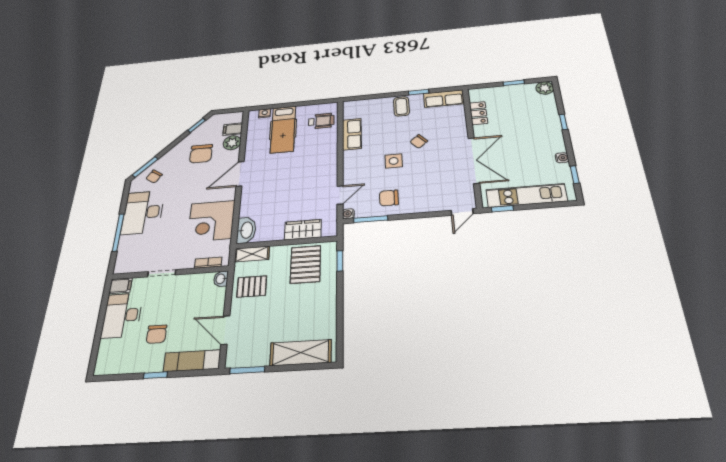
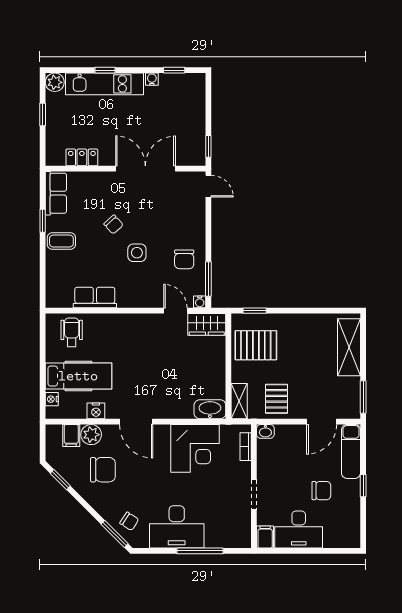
nightstand: (252, 144) -> (96, 411), added
kitchen unit: (526, 195) -> (104, 84), moved, turned -90
wardrobe: (303, 230) -> (207, 324), moved, turned -90

